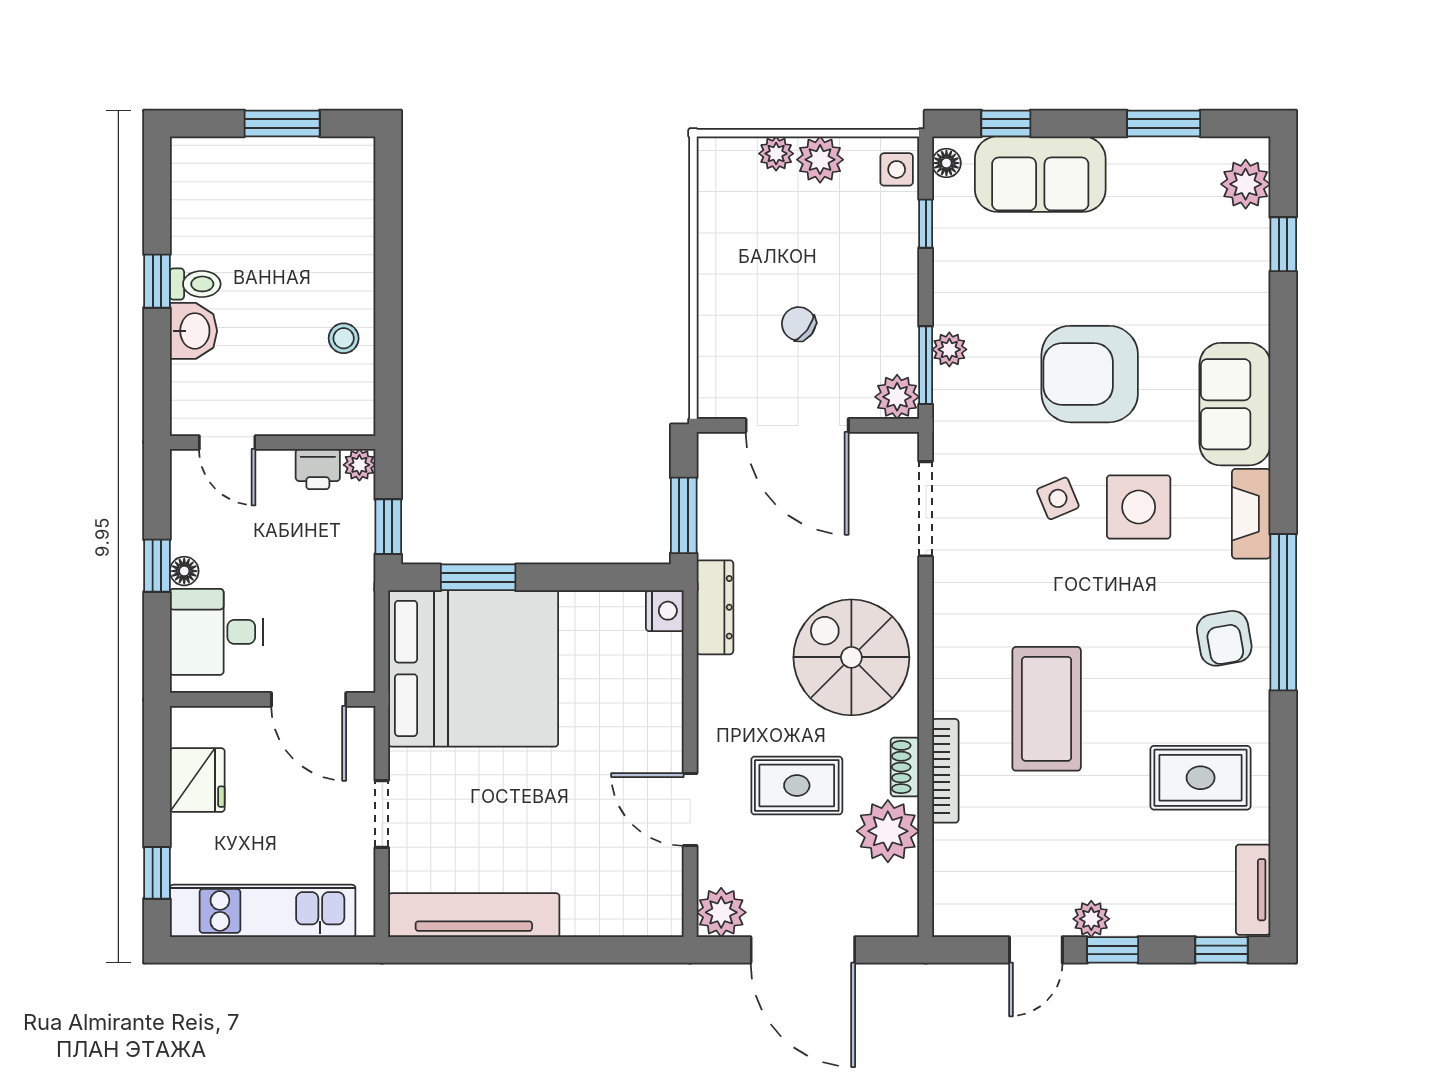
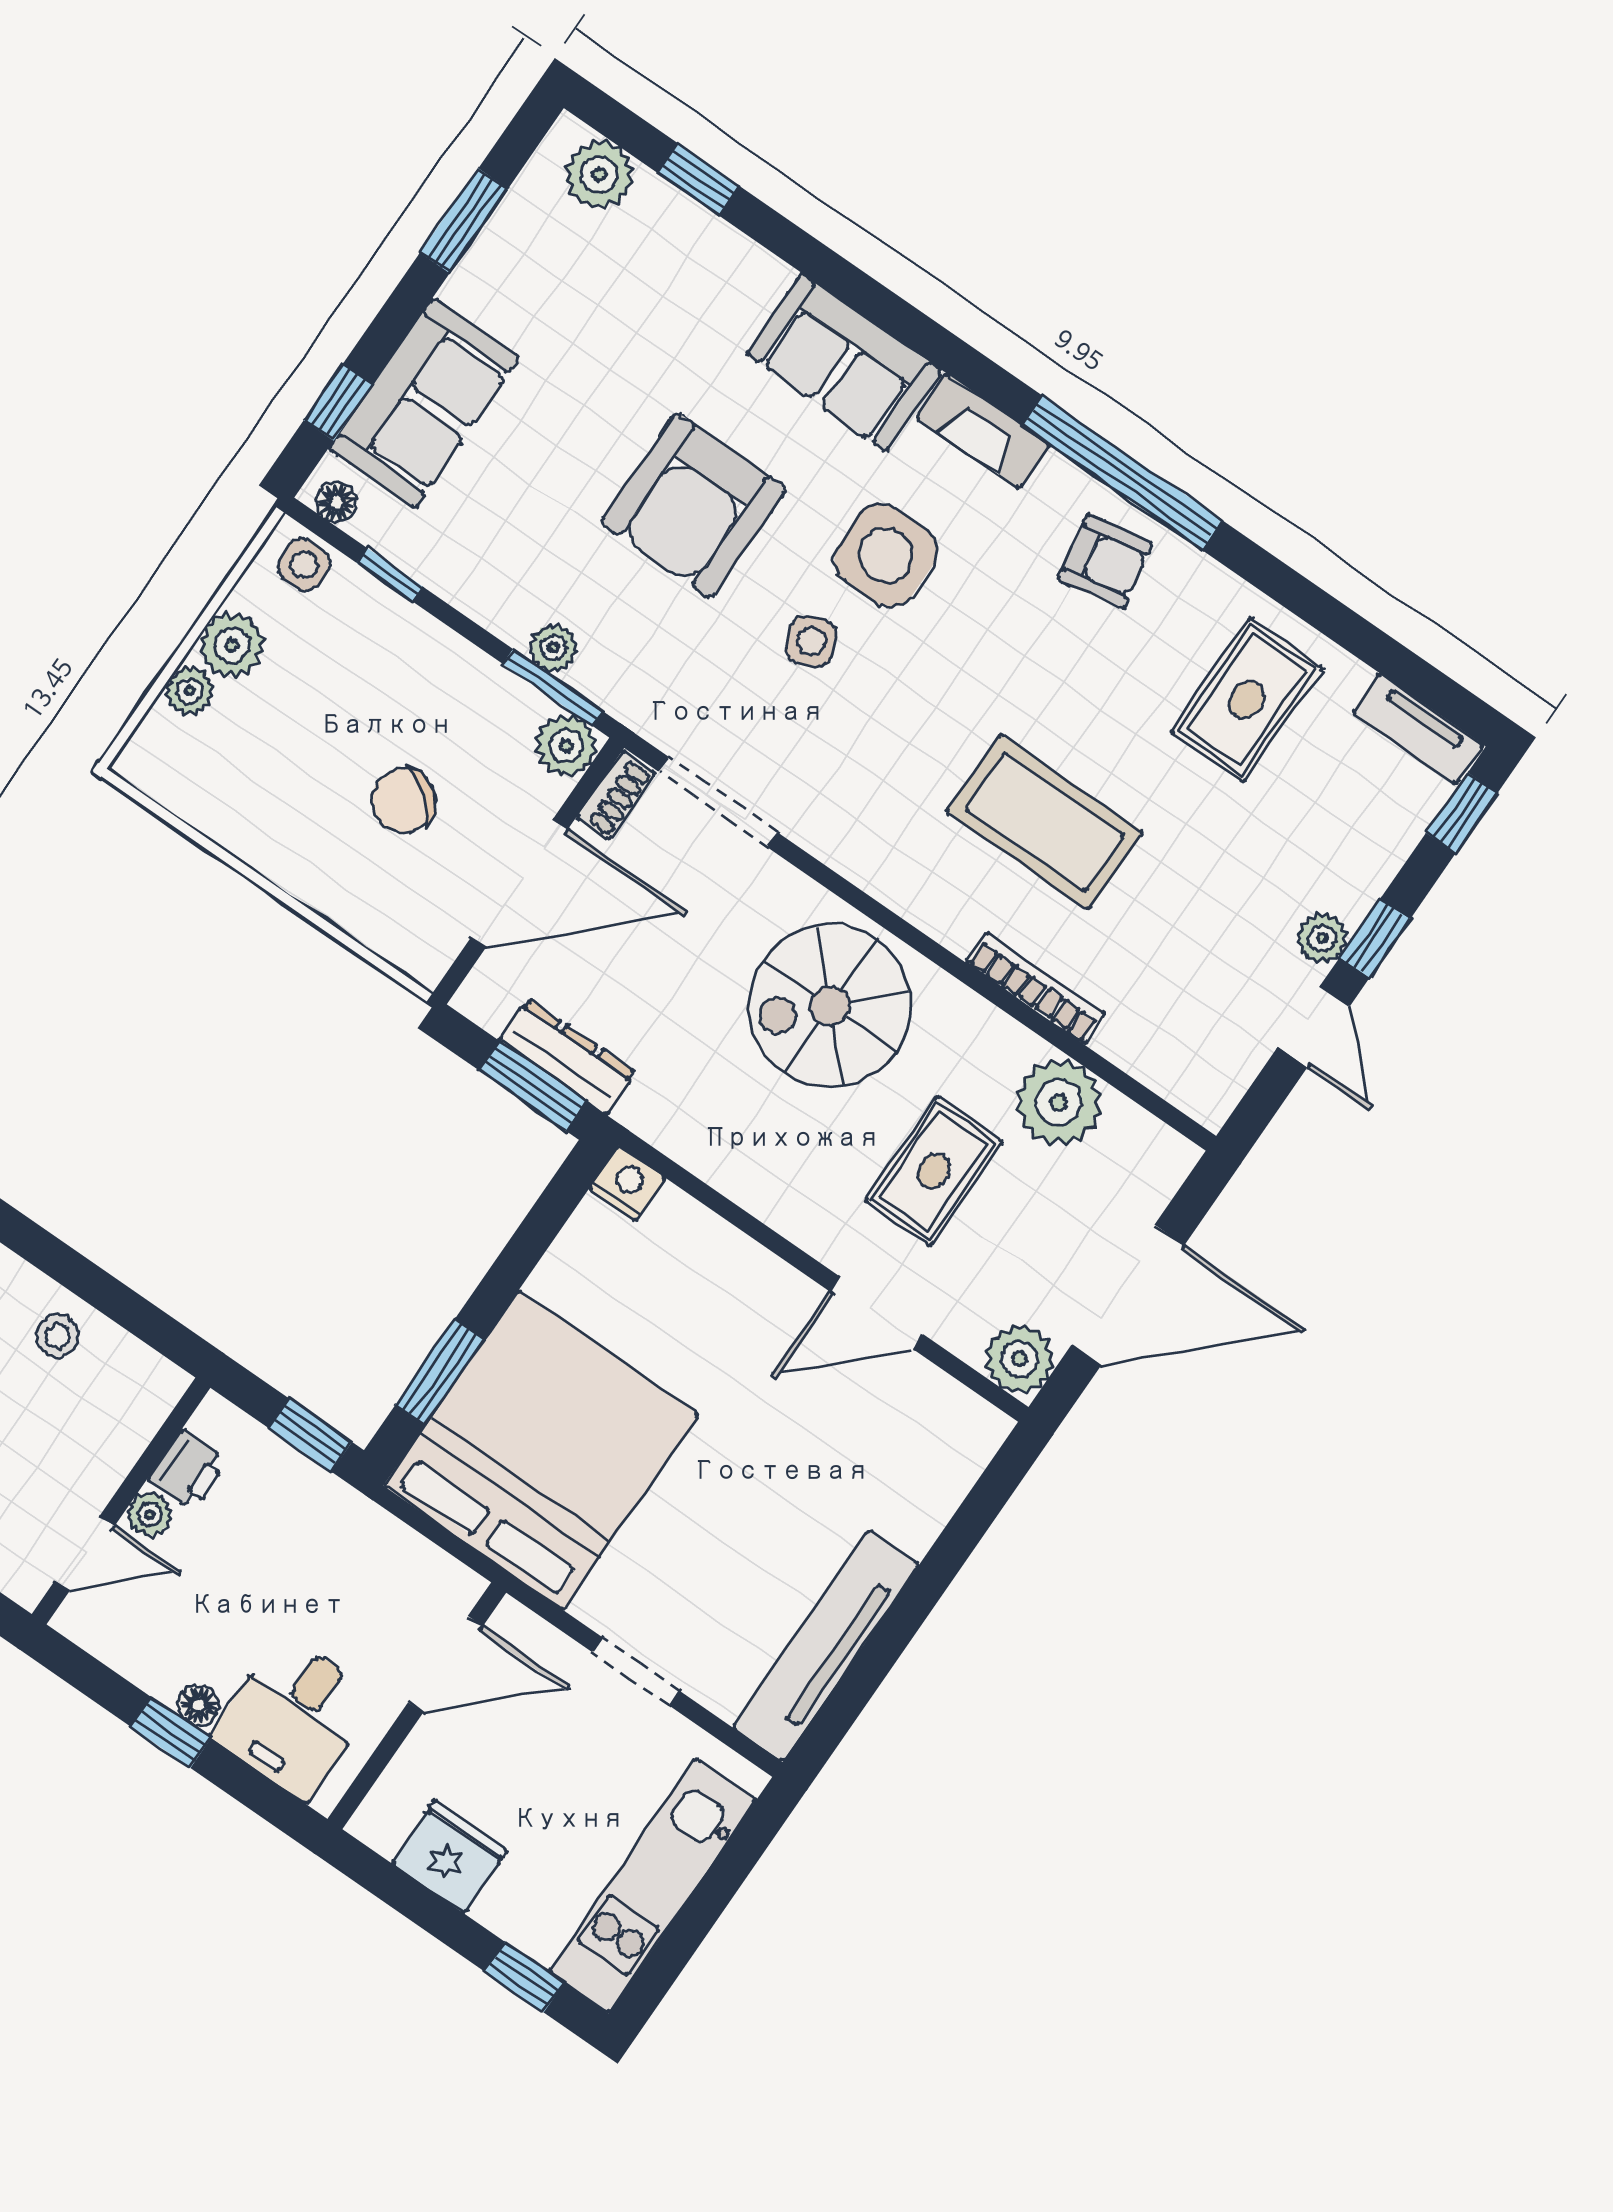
chair: (799, 324) -> (404, 801), width x1.37, depth x1.37
plant: (359, 465) -> (150, 1515), moved
dresser: (715, 607) -> (567, 1056), moved
shoe rack: (905, 767) -> (616, 795), moved, turned -90

